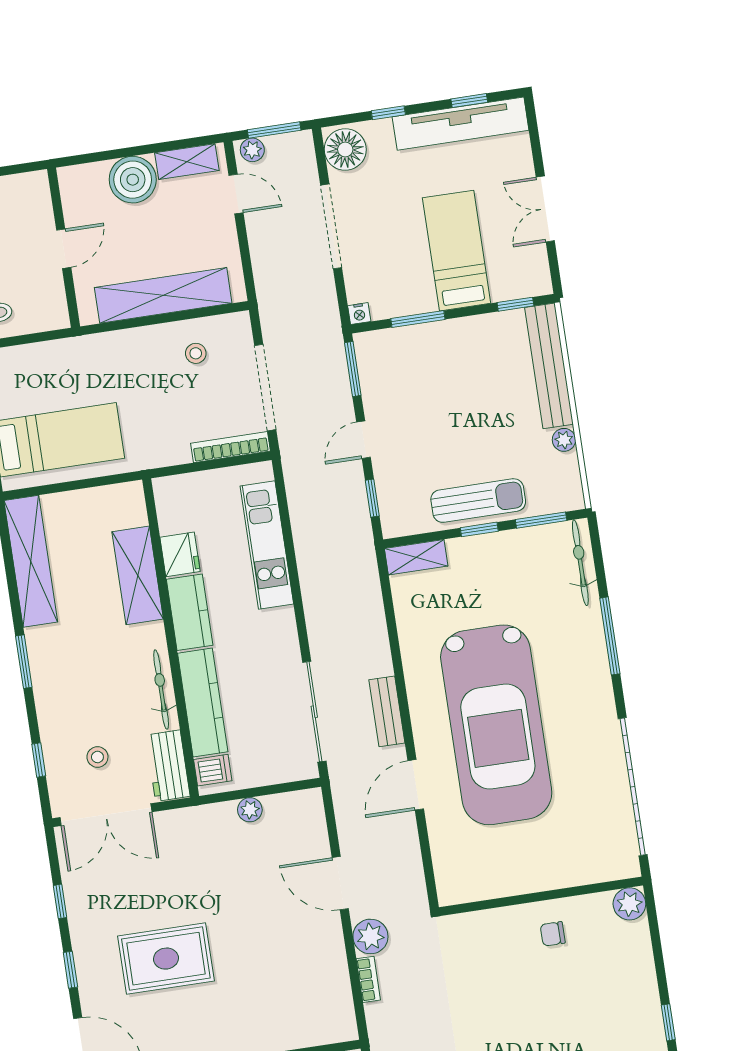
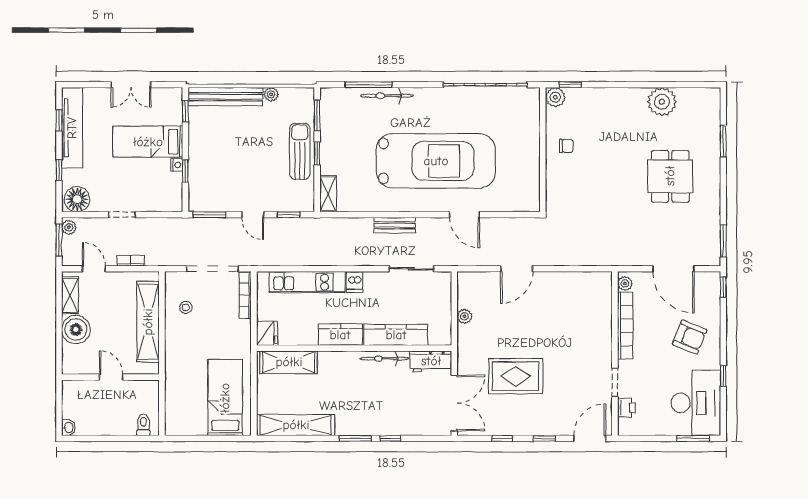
plant: (252, 150) -> (69, 227), moved
door: (236, 194) -> (94, 269), hinge flipped
doorway: (331, 226) -> (122, 215), width x0.53
nightstand: (359, 314) -> (177, 165), moved
window: (418, 319) -> (185, 171), width x0.67
fridge: (180, 554) -> (267, 333), moved, turned 90
bicycle: (580, 563) -> (387, 96), moved
shelving: (138, 575) -> (289, 362), moved
window: (610, 636) -> (369, 85), moved
bench: (387, 711) -> (395, 225), moved
sliding door: (314, 712) -> (411, 269), width x0.73
stool: (97, 757) -> (419, 403), removed
window: (39, 760) -> (390, 438), moved
dishwasher: (213, 770) -> (355, 282), moved, turned 180
chair: (553, 934) -> (566, 146), turned -90
plant: (370, 936) -> (551, 255), removed
rug: (166, 959) -> (516, 376), moved, turned 90
bookcase: (368, 979) -> (131, 261), moved
window: (668, 1022) -> (570, 85), moved

